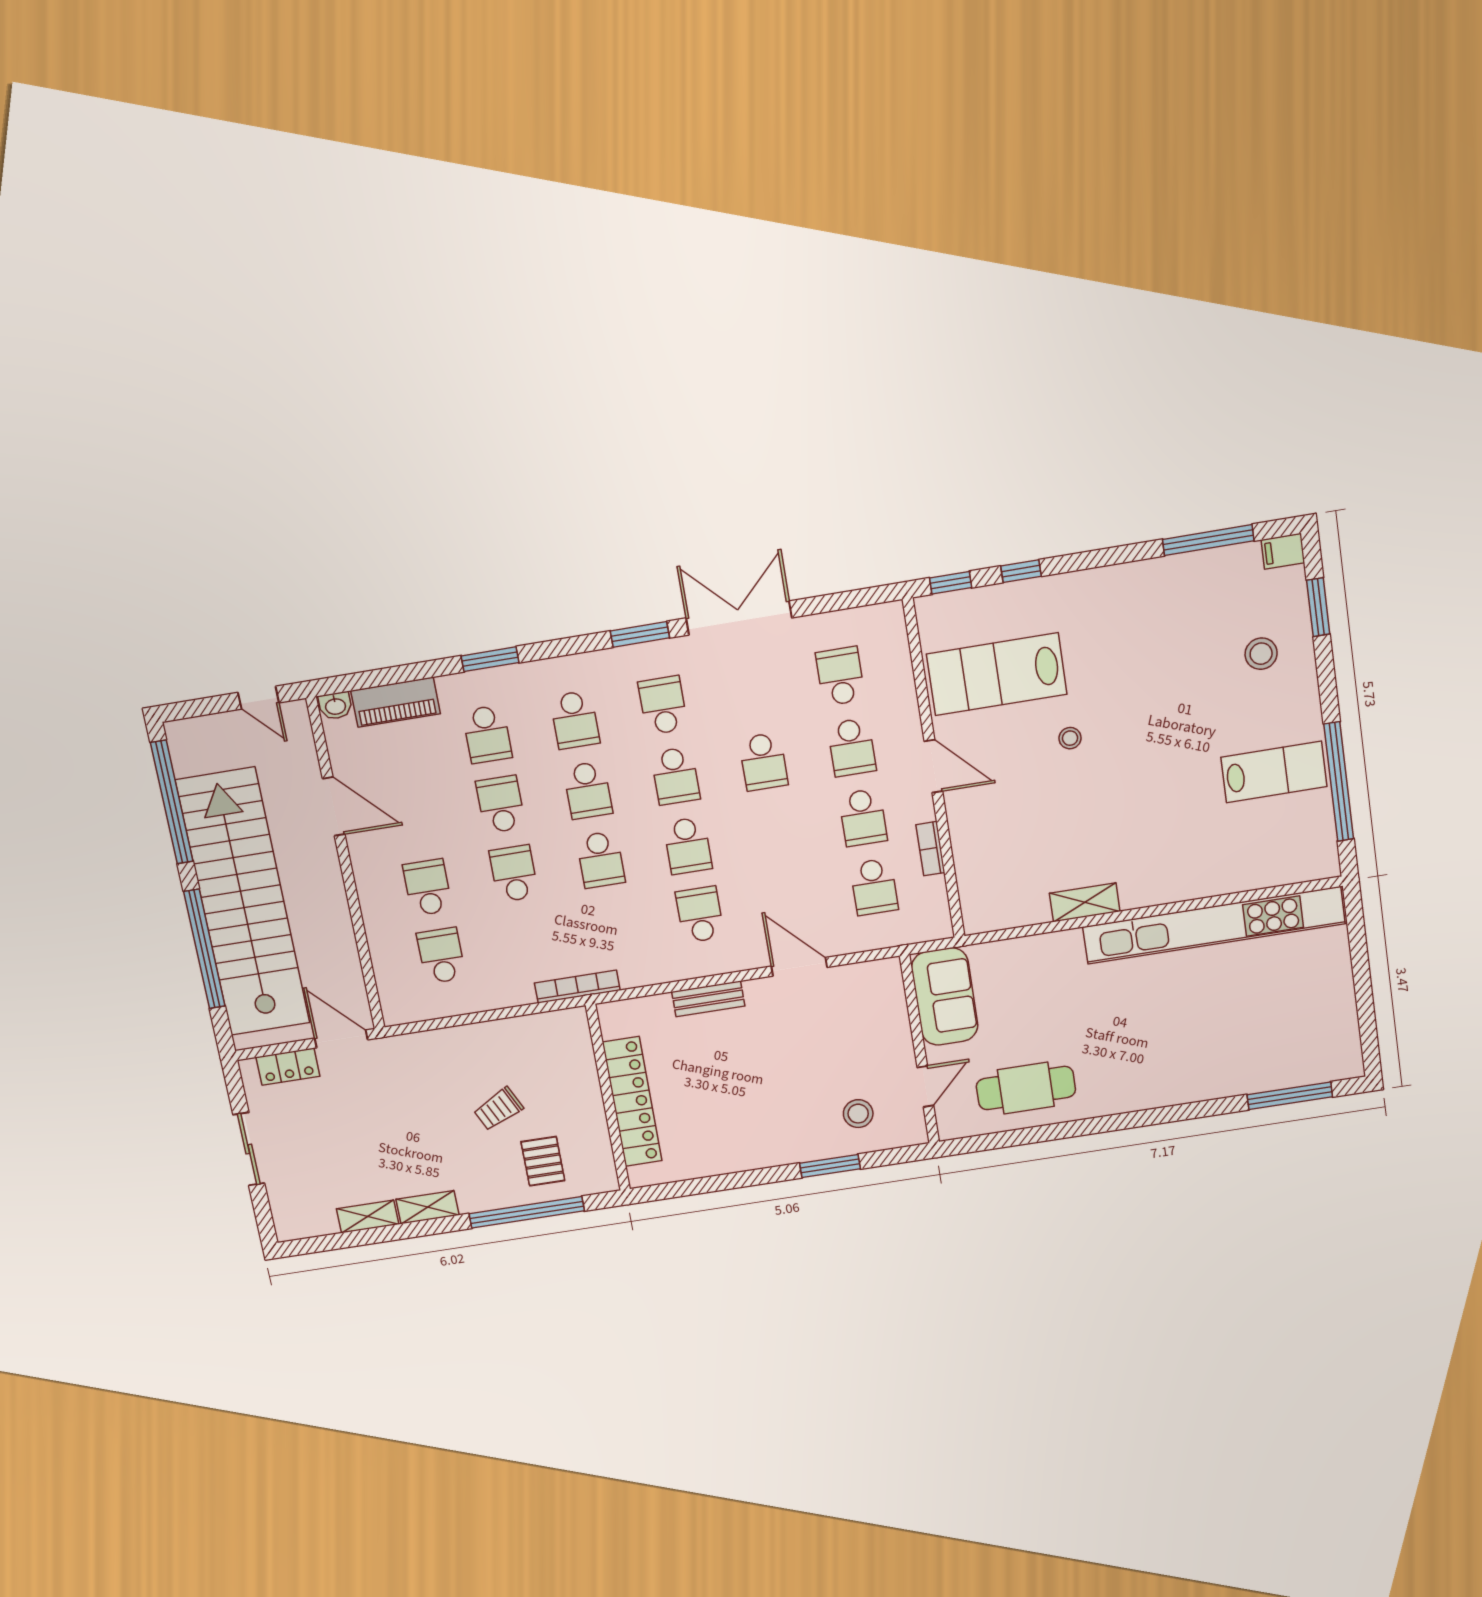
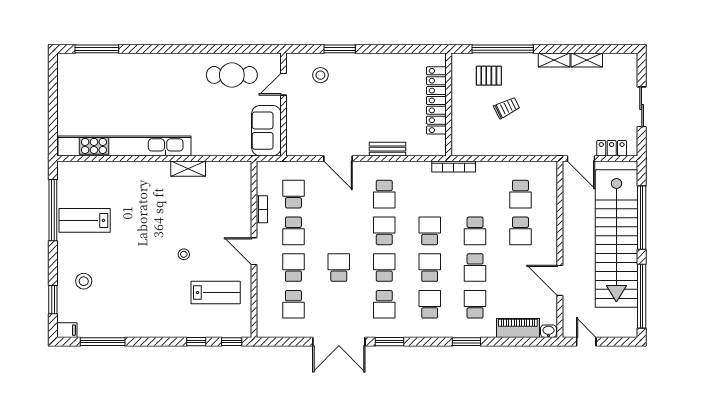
lab bench: (997, 674) -> (216, 292), width x0.73, depth x0.72
school desk: (863, 817) -> (293, 231), turned 180
pallet: (543, 1161) -> (489, 76), turned 90

